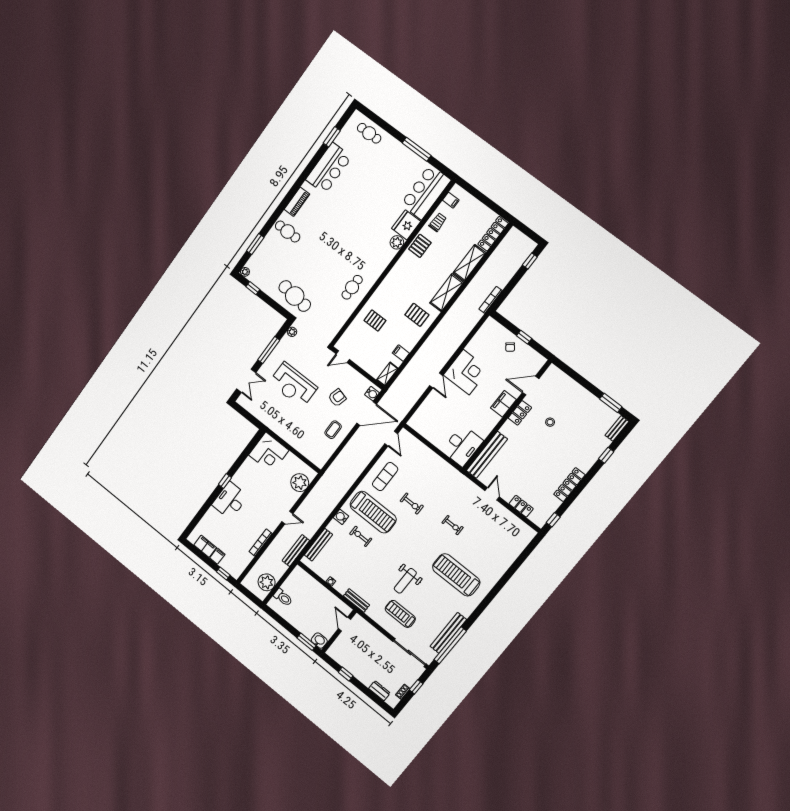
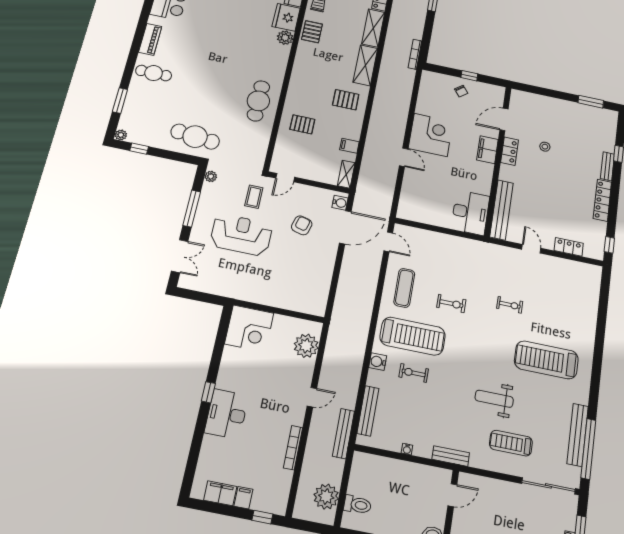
cafe table: (352, 287) -> (258, 101), width x1.37, depth x1.35
reception desk: (293, 385) -> (241, 235), turned 180
bench: (617, 428) -> (607, 166), moved
coffee table: (333, 430) -> (254, 197), moved
weight bench: (405, 581) -> (494, 399), turned 90
door: (345, 624) -> (452, 495), swing flipped

